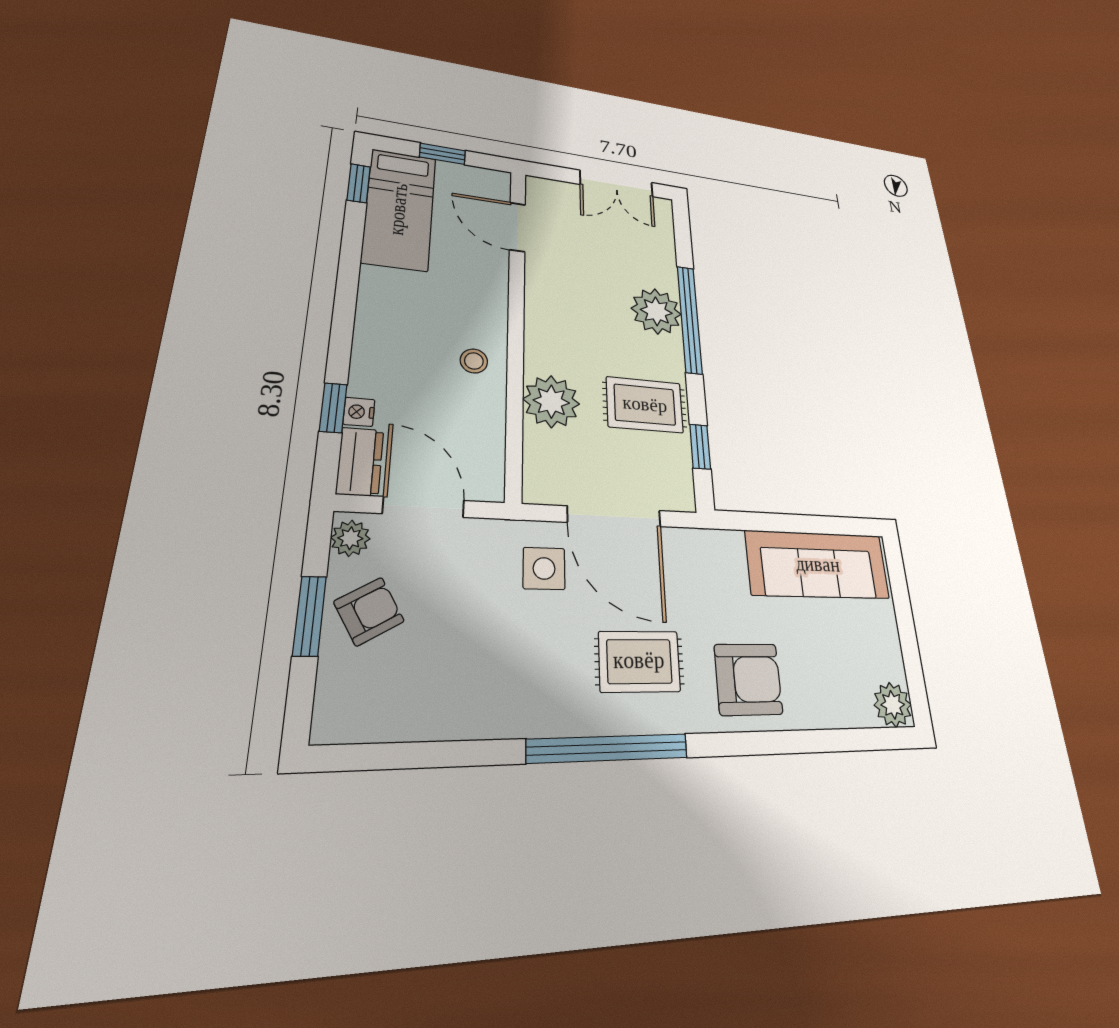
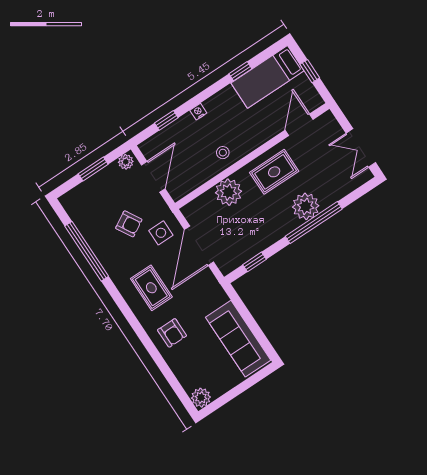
window: (359, 183) -> (240, 71), moved
rug: (645, 405) -> (274, 172), moved, turned 90
nightstand: (359, 412) -> (198, 112), moved
dresser: (360, 462) -> (154, 144), removed
armchair: (369, 611) -> (129, 224), moved
armchair: (748, 679) -> (172, 333), width x0.72, depth x0.72
window: (608, 748) -> (87, 251), moved

